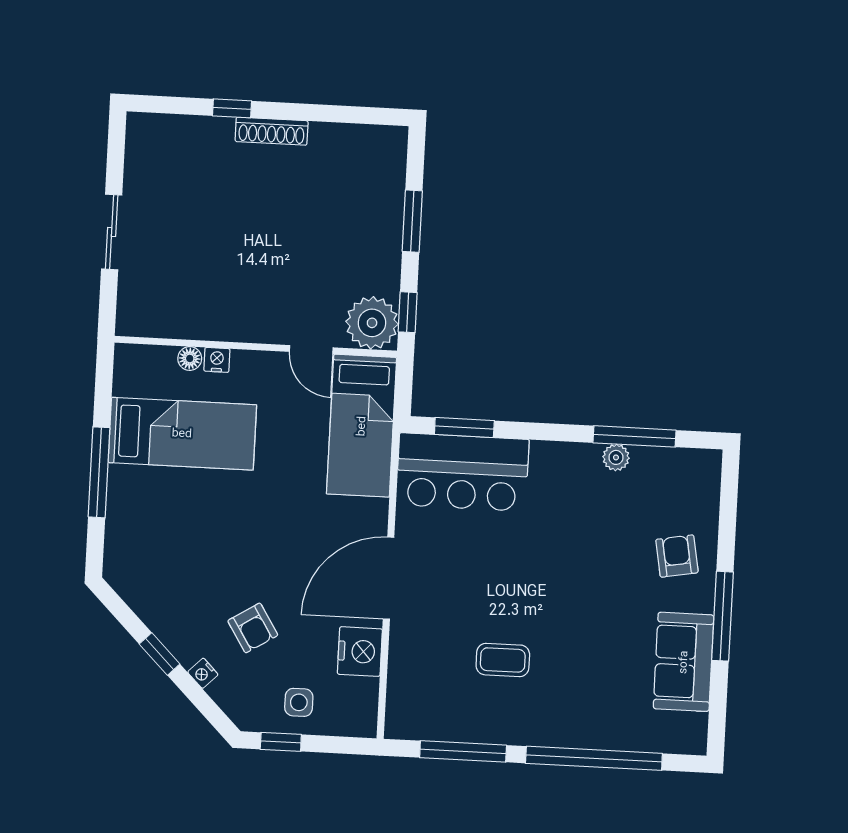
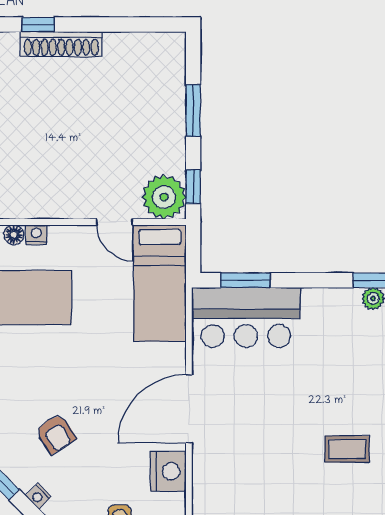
shoe rack: (272, 131) -> (61, 44), width x1.36, depth x1.24
armchair: (253, 628) -> (56, 434), moved
coffee table: (503, 660) -> (347, 449), moved

